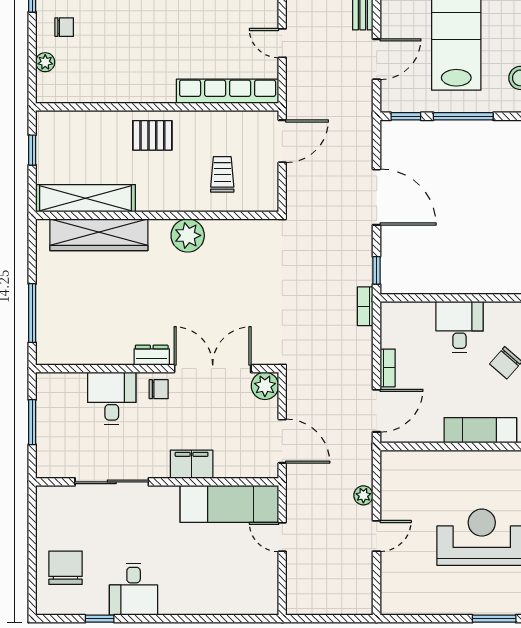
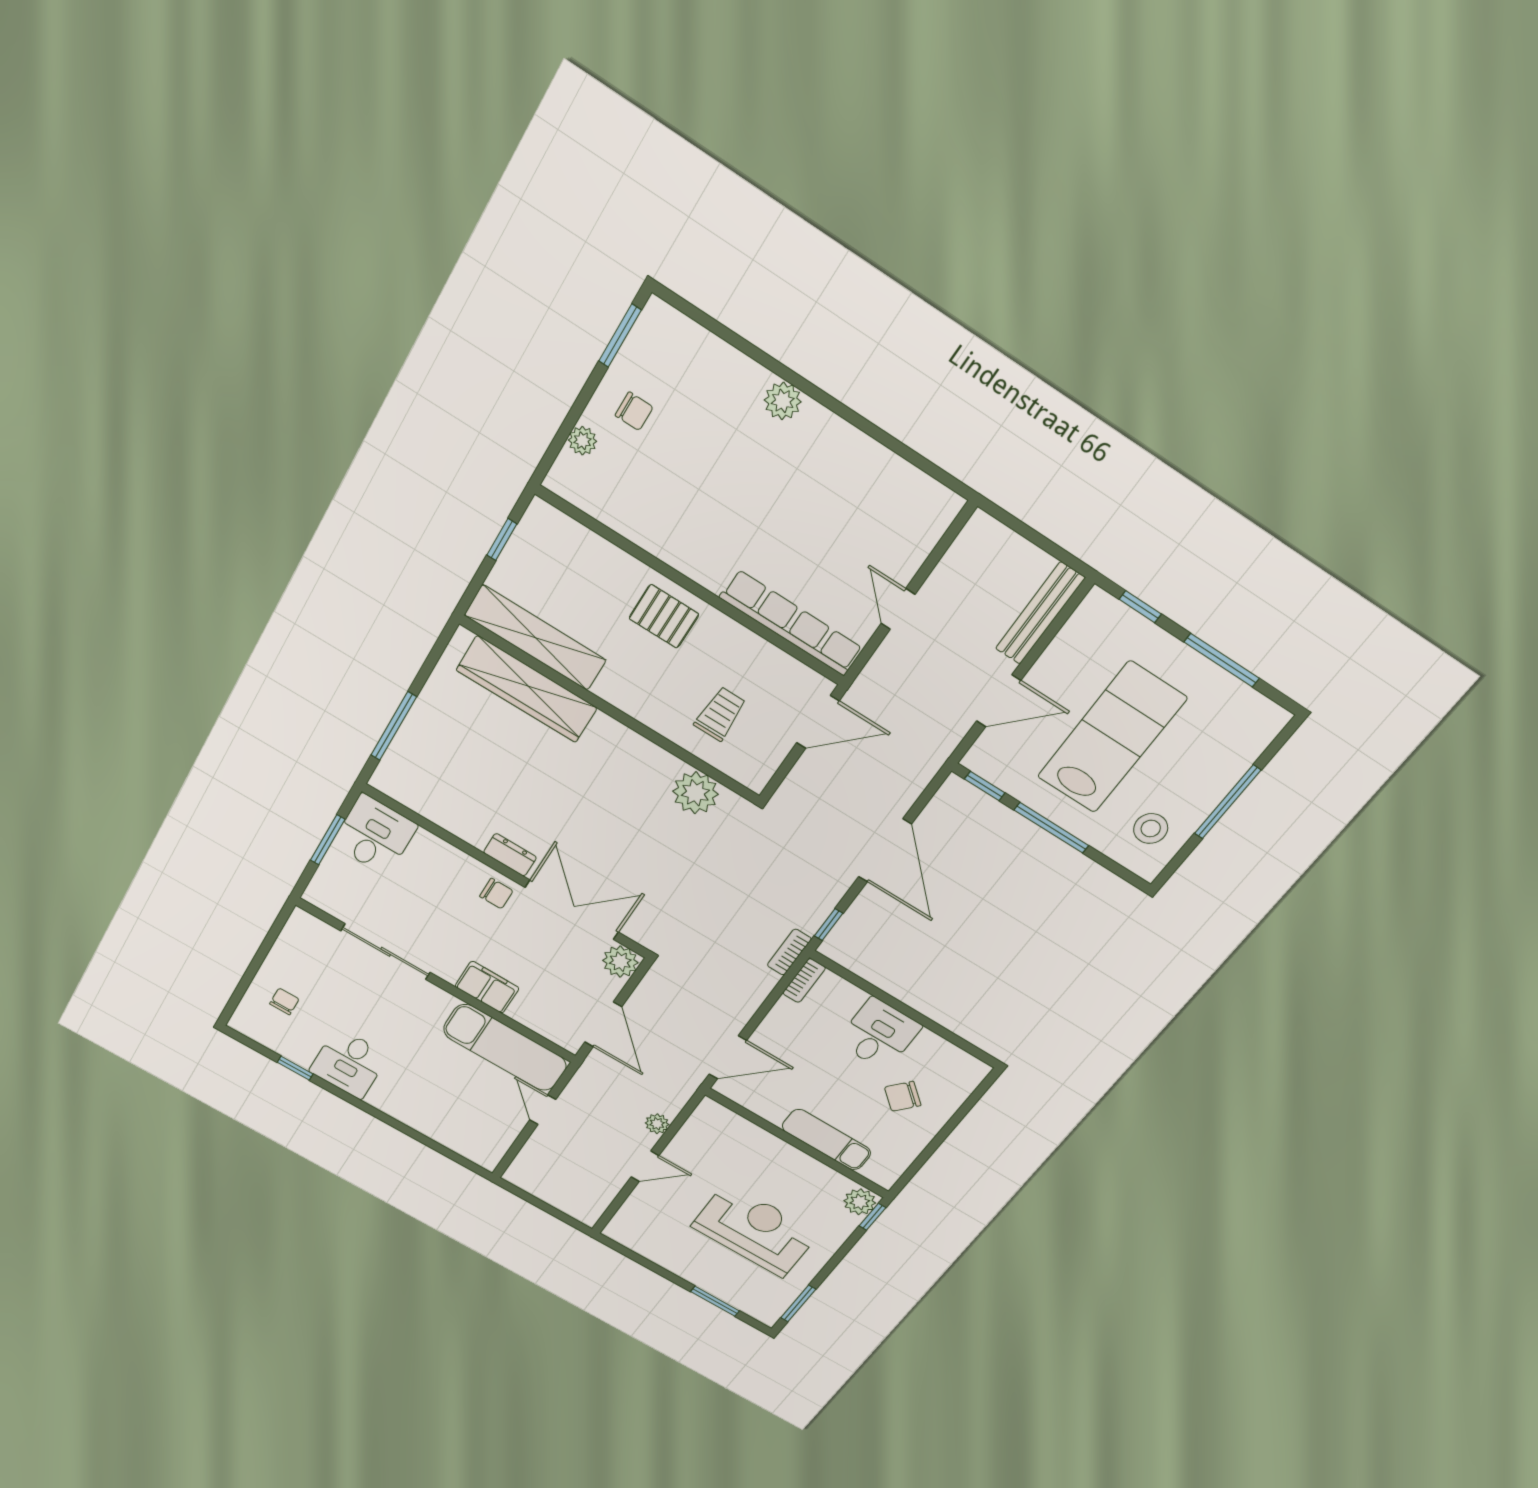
plant: (188, 235) -> (695, 793), moved
bookcase: (388, 368) -> (804, 981), moved
desk: (112, 398) -> (375, 835), moved
chair: (65, 568) -> (284, 1001), width x0.54, depth x0.54

